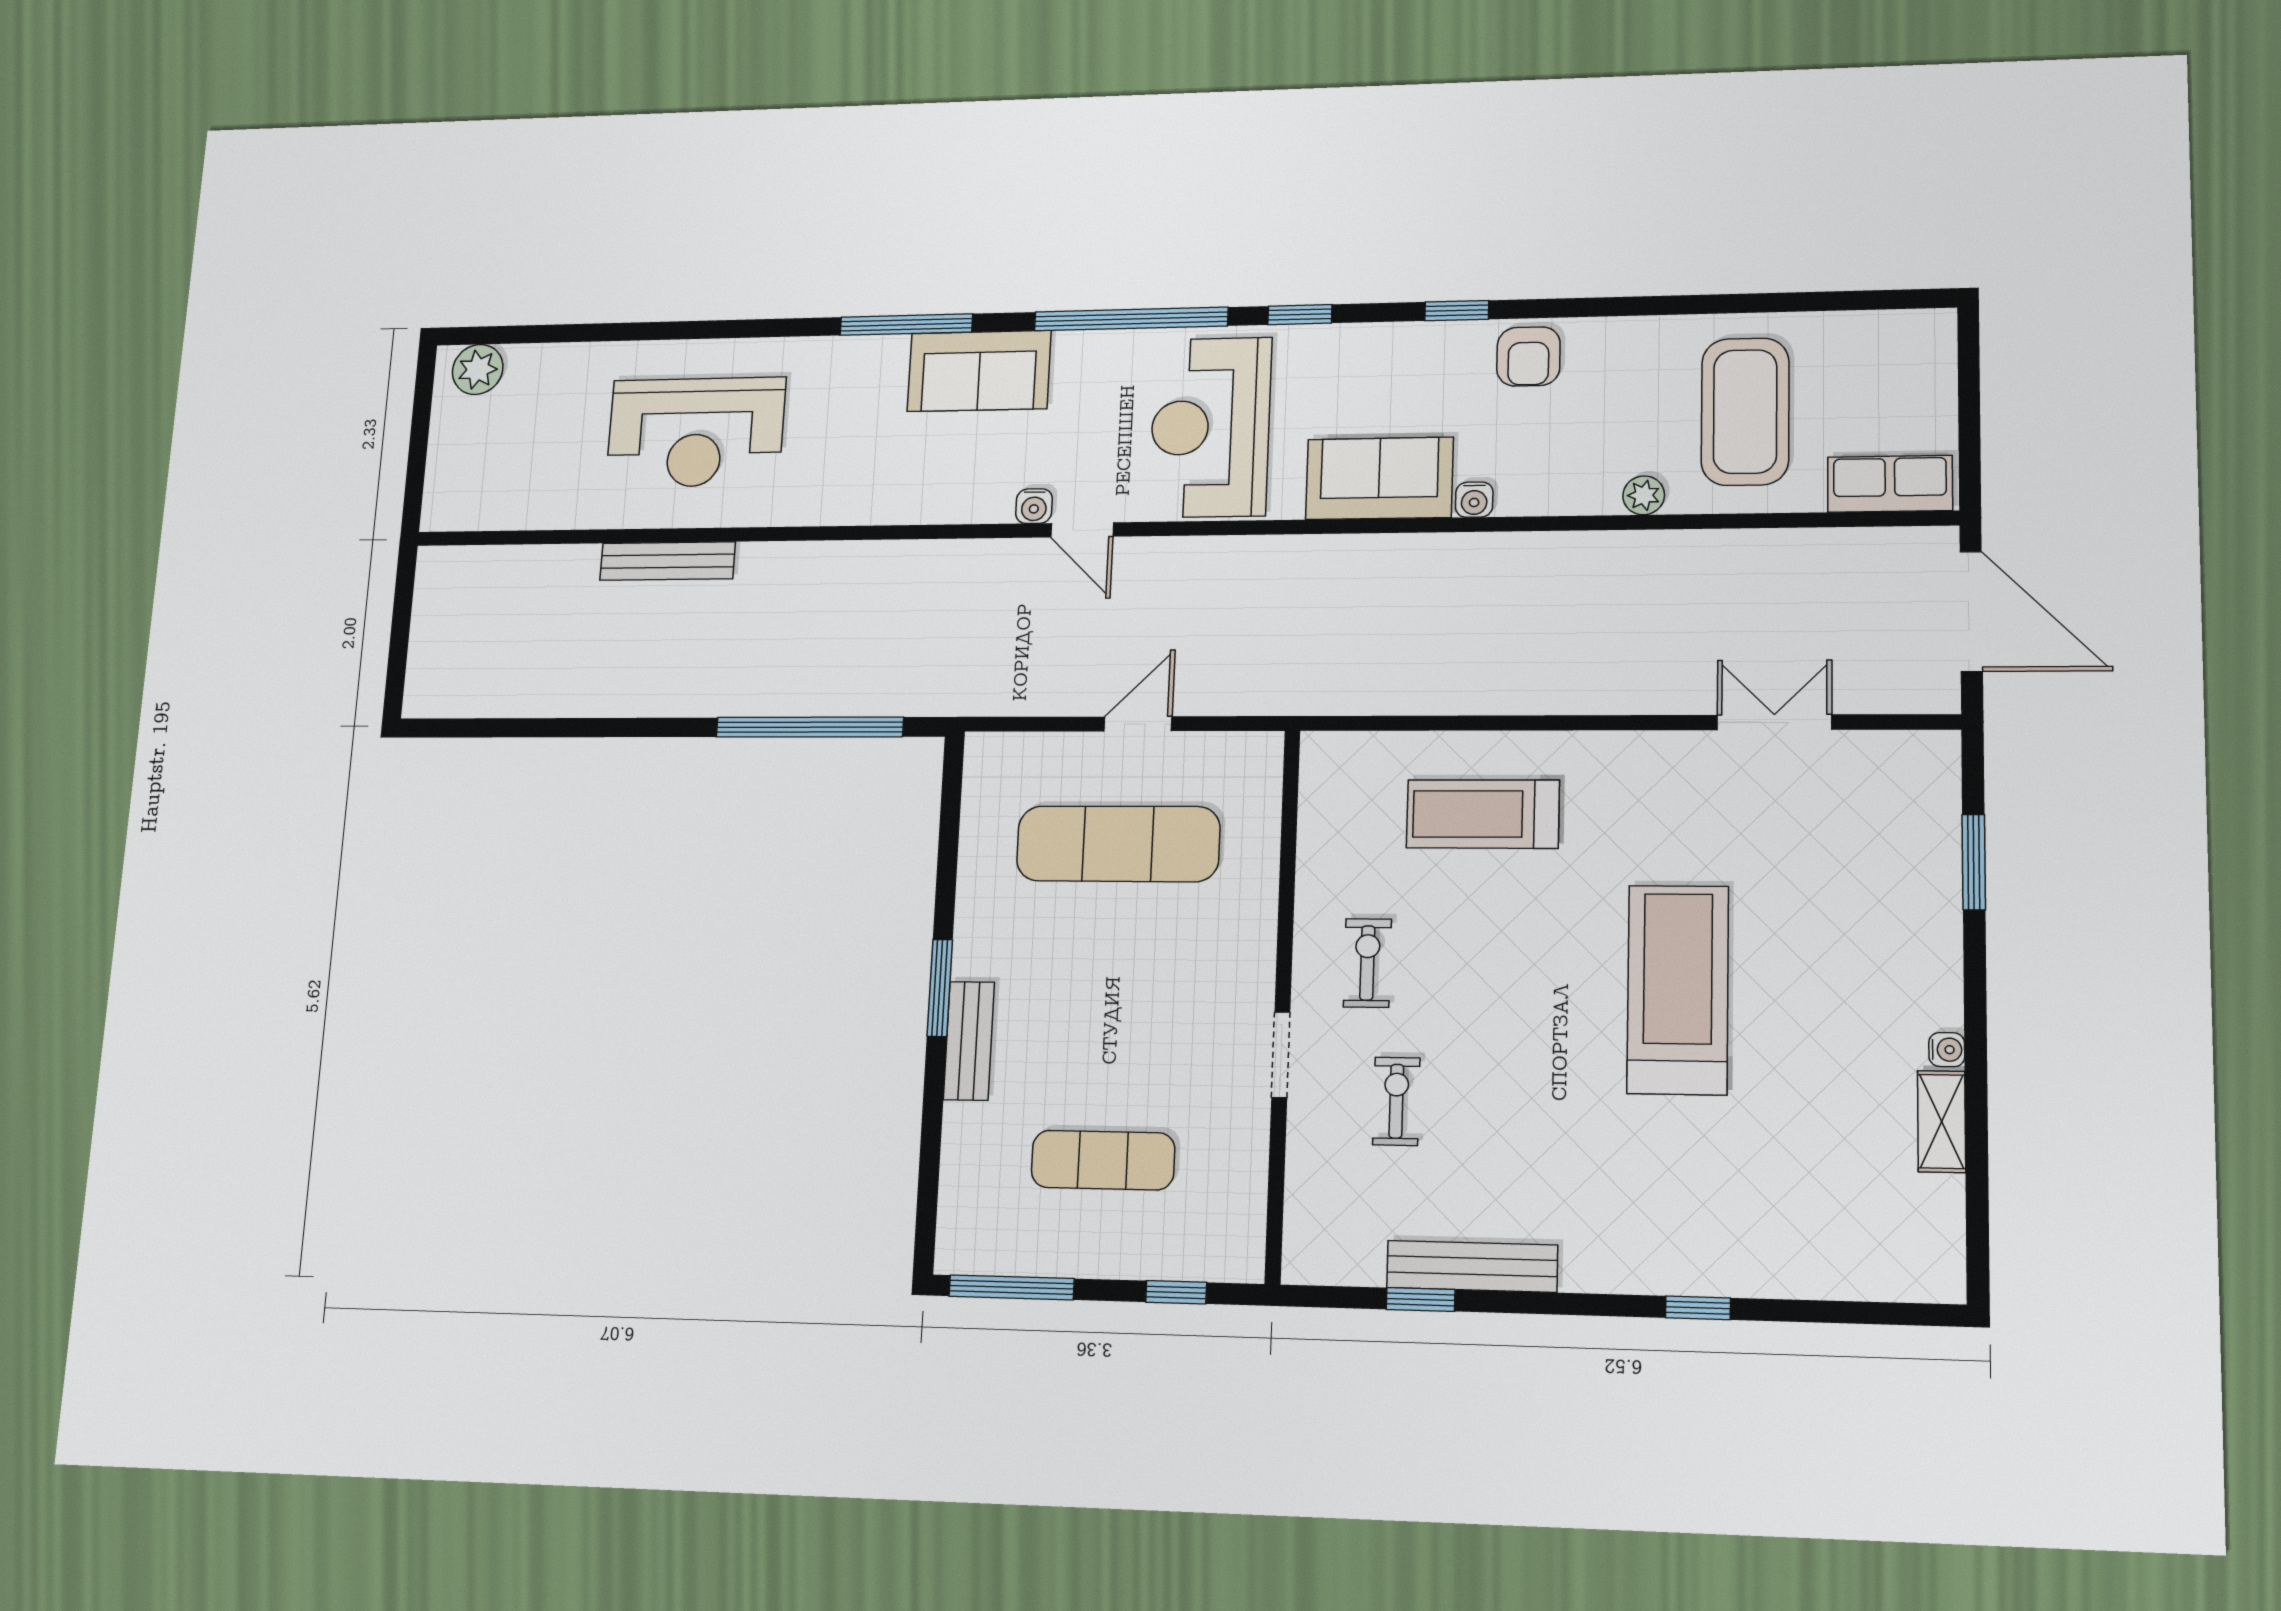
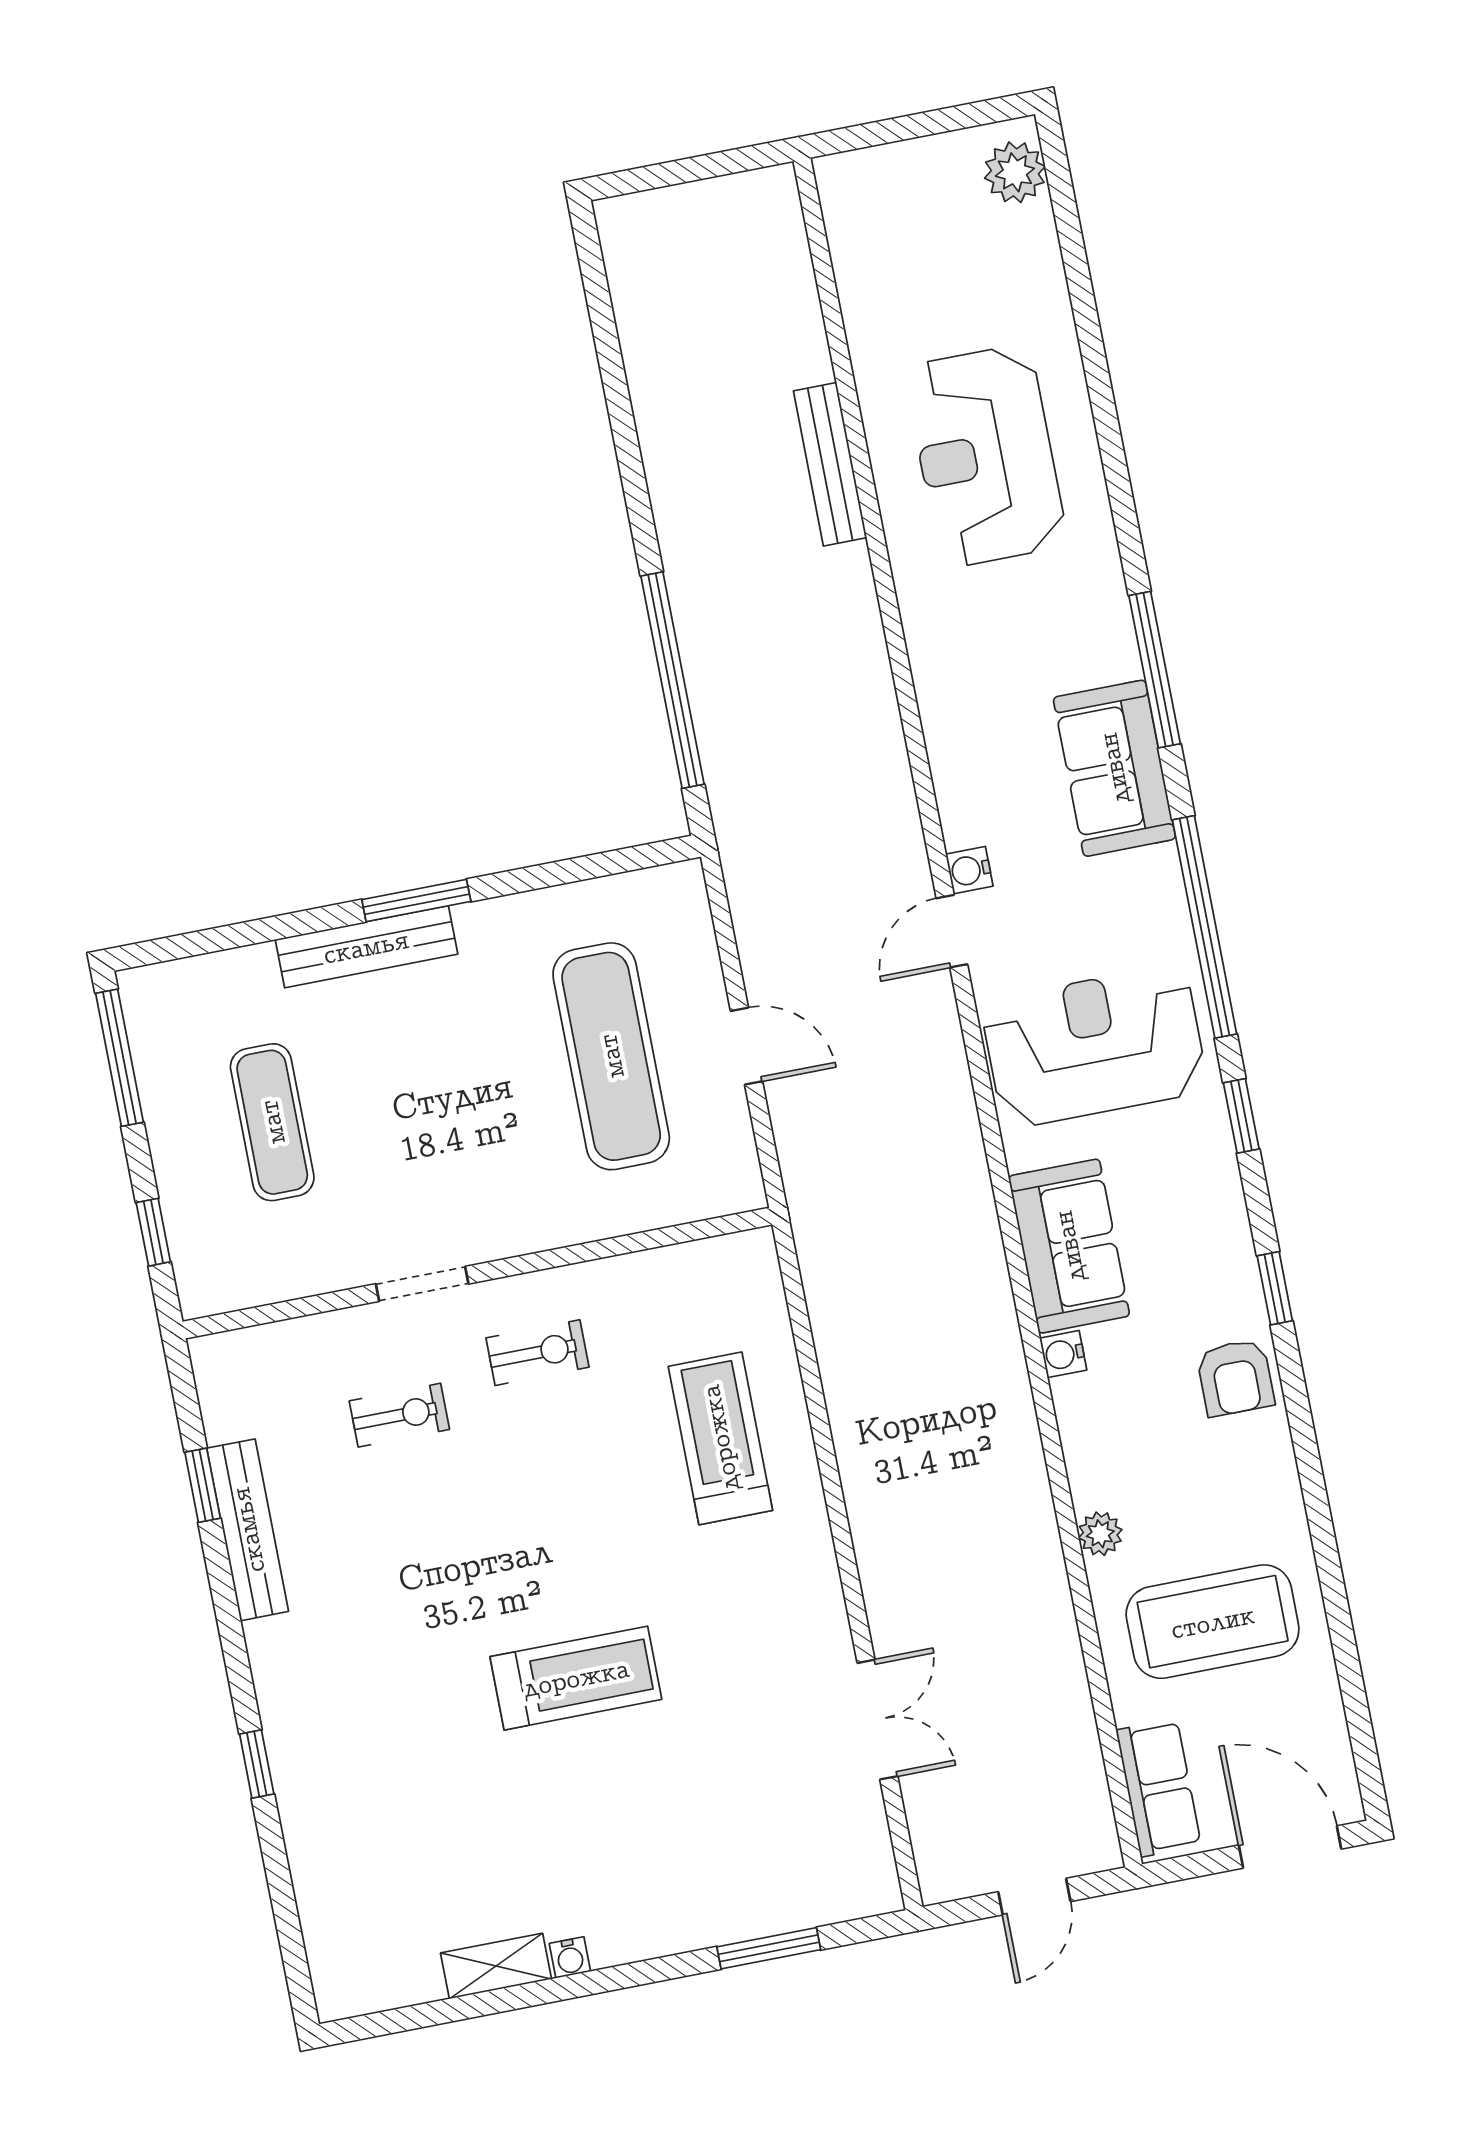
armchair: (1528, 356) -> (1235, 1378), turned -90
door: (1969, 378) -> (1290, 1847), added
door: (1971, 611) -> (1034, 1897), width x0.53
treadmill: (1678, 990) -> (576, 1678), width x0.73, depth x0.73
bench: (969, 1041) -> (366, 947), width x1.36

